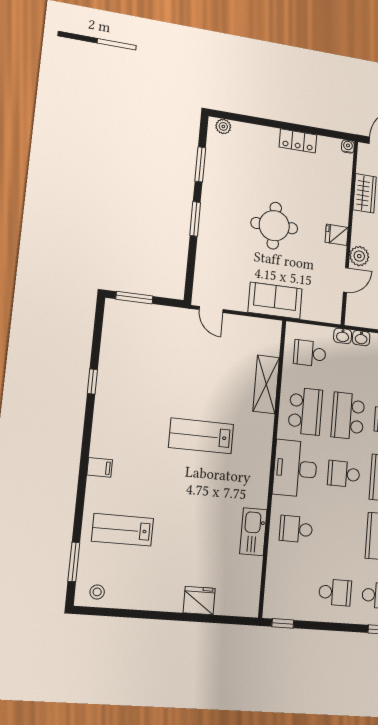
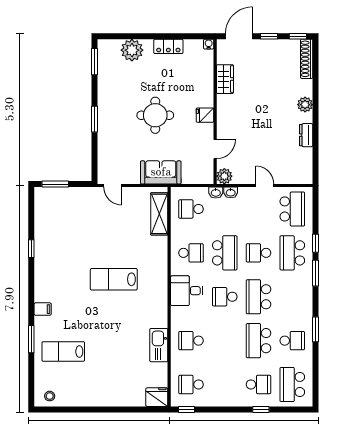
plant: (223, 126) -> (132, 50), moved, width x1.87, depth x1.87
window: (200, 164) -> (94, 62), moved
plant: (359, 256) -> (224, 176), moved
shelving: (266, 384) -> (159, 214), moved
school desk: (305, 411) -> (191, 253), width x0.54
school desk: (348, 416) -> (225, 253), turned 180
desk: (295, 468) -> (187, 291), width x0.73
window: (74, 562) -> (31, 339), moved
school desk: (335, 592) -> (191, 384), moved, turned 180
fridge: (199, 601) -> (157, 397), moved

